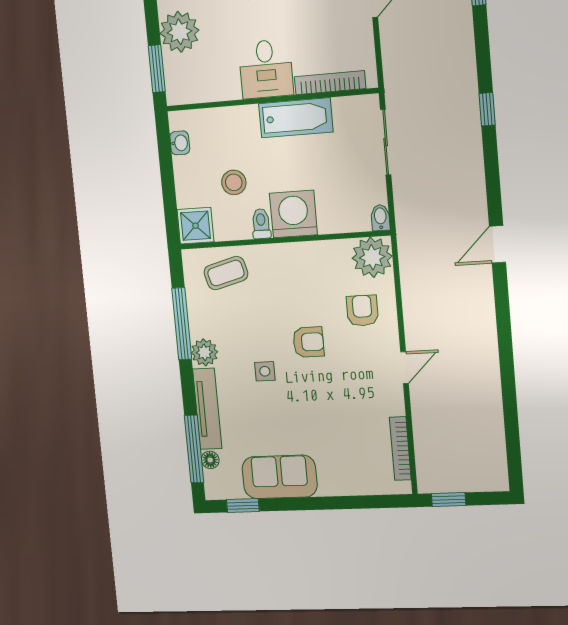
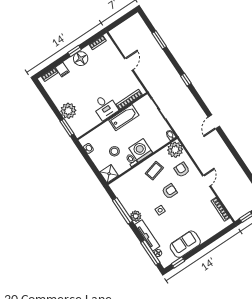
coffee table: (226, 273) -> (154, 171), moved

